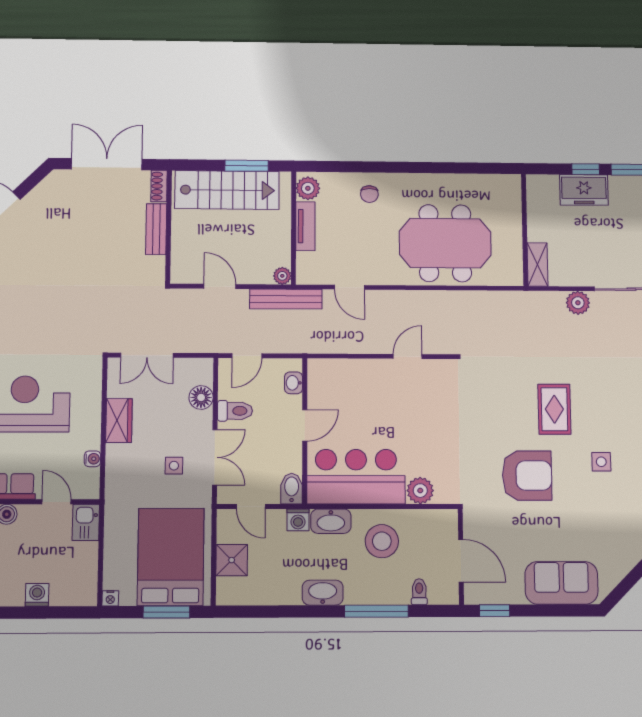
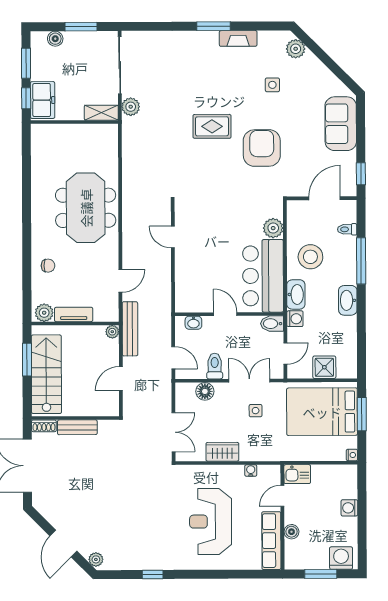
wall: (525, 230) -> (74, 122), moved
shelving: (537, 264) -> (101, 113), moved
side table: (601, 462) -> (272, 85), moved

